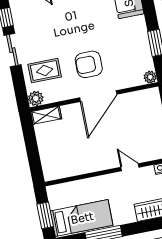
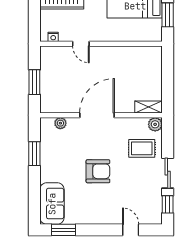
armchair: (89, 64) -> (98, 171), moved
plant: (150, 77) -> (60, 123), moved

